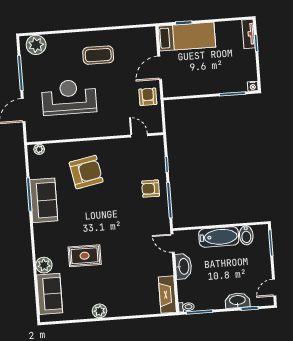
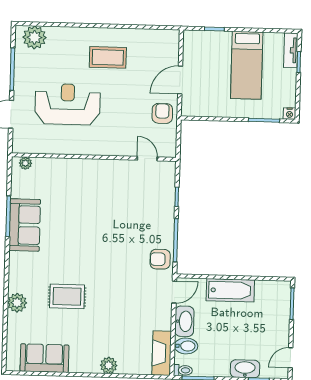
bed: (187, 37) -> (247, 65), moved, turned 90
armchair: (86, 172) -> (79, 196), removed
armchair: (151, 189) -> (160, 259), moved
bidet: (246, 235) -> (186, 346), moved, turned -90
door: (173, 243) -> (174, 292), swing flipped
sofa: (50, 294) -> (44, 358), moved, turned -90
plant: (99, 311) -> (109, 365), moved

